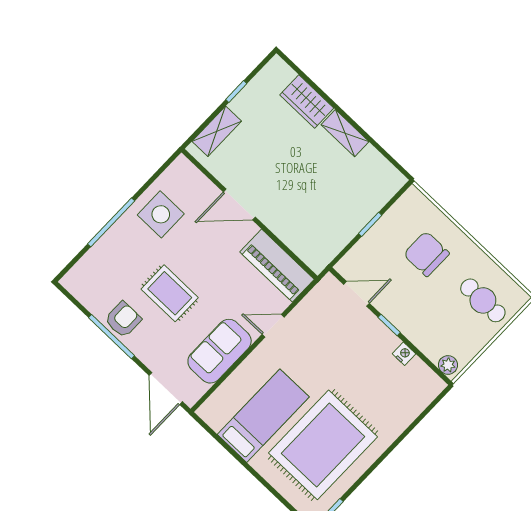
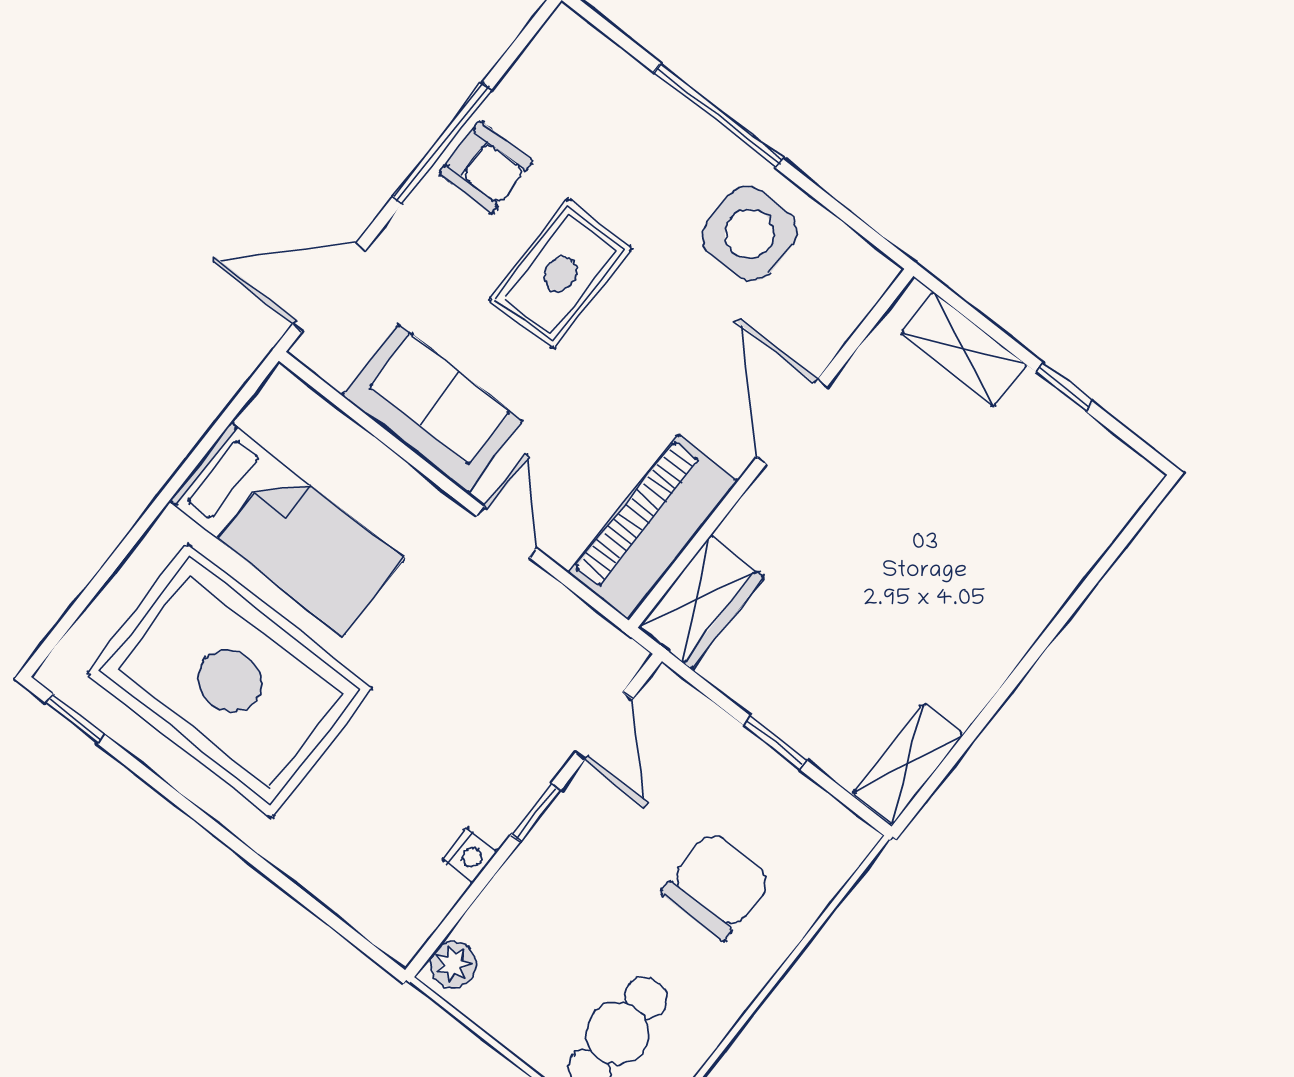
wardrobe: (307, 102) -> (701, 602), moved, turned 180
shelving: (345, 133) -> (908, 764), moved

